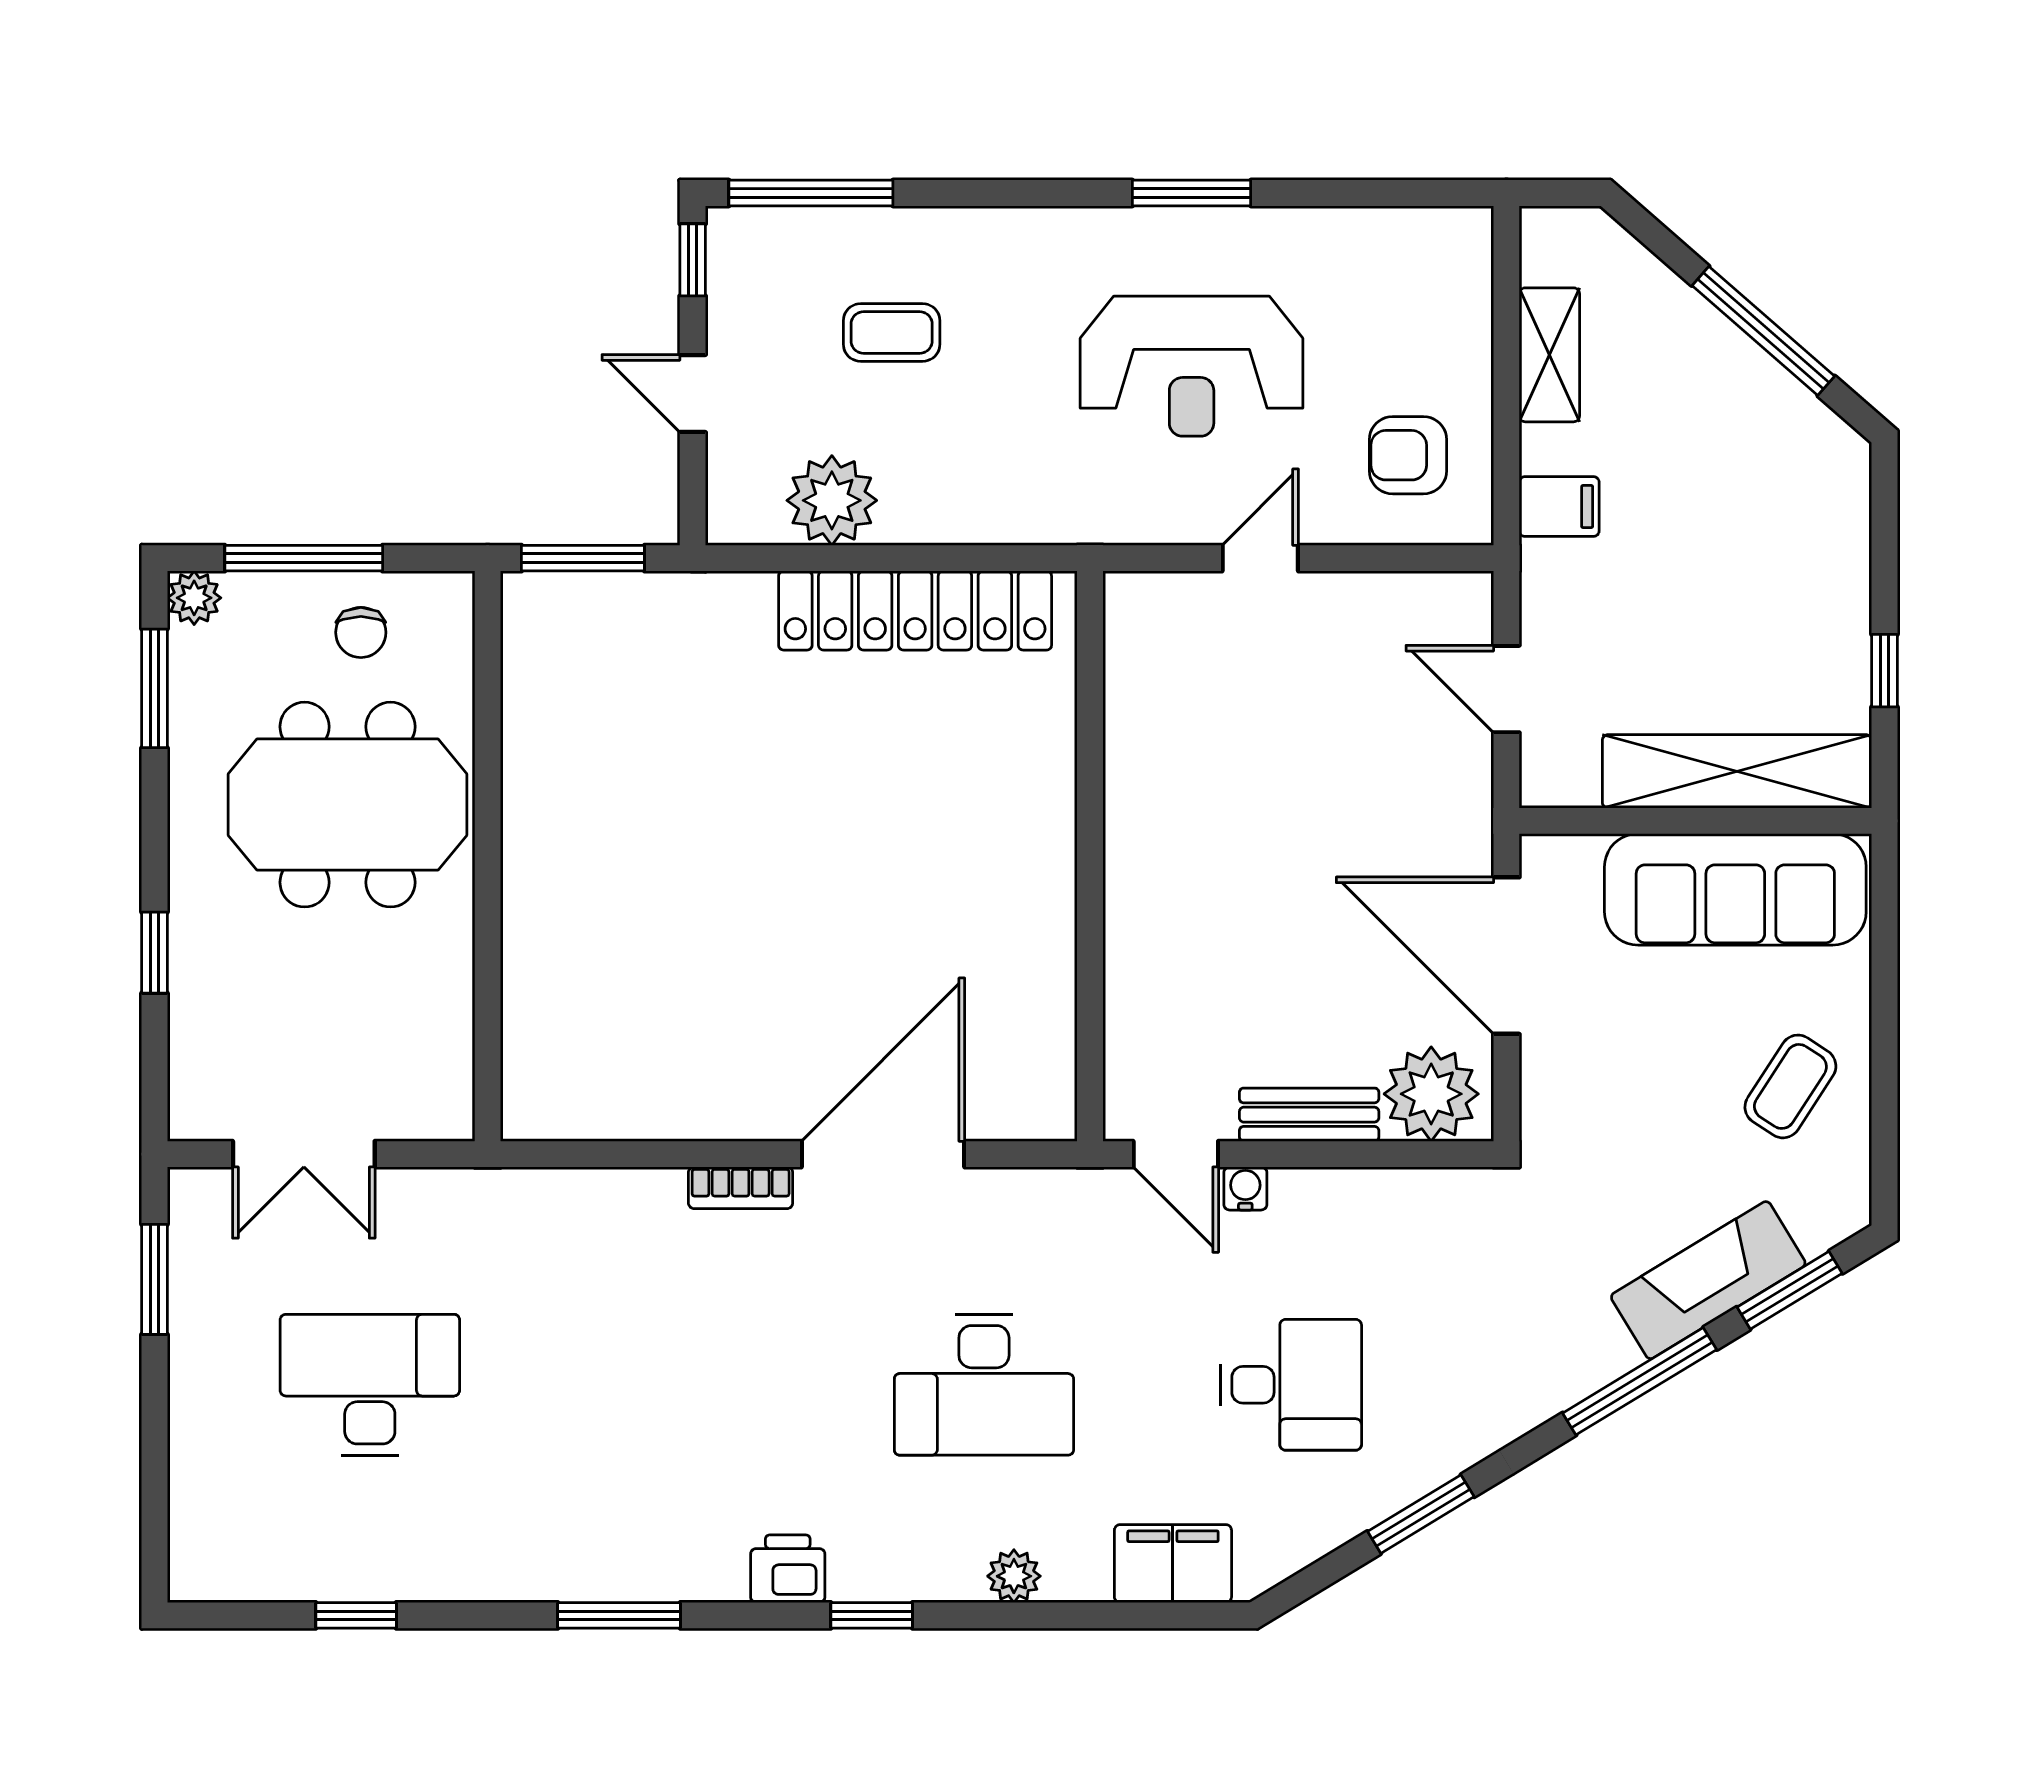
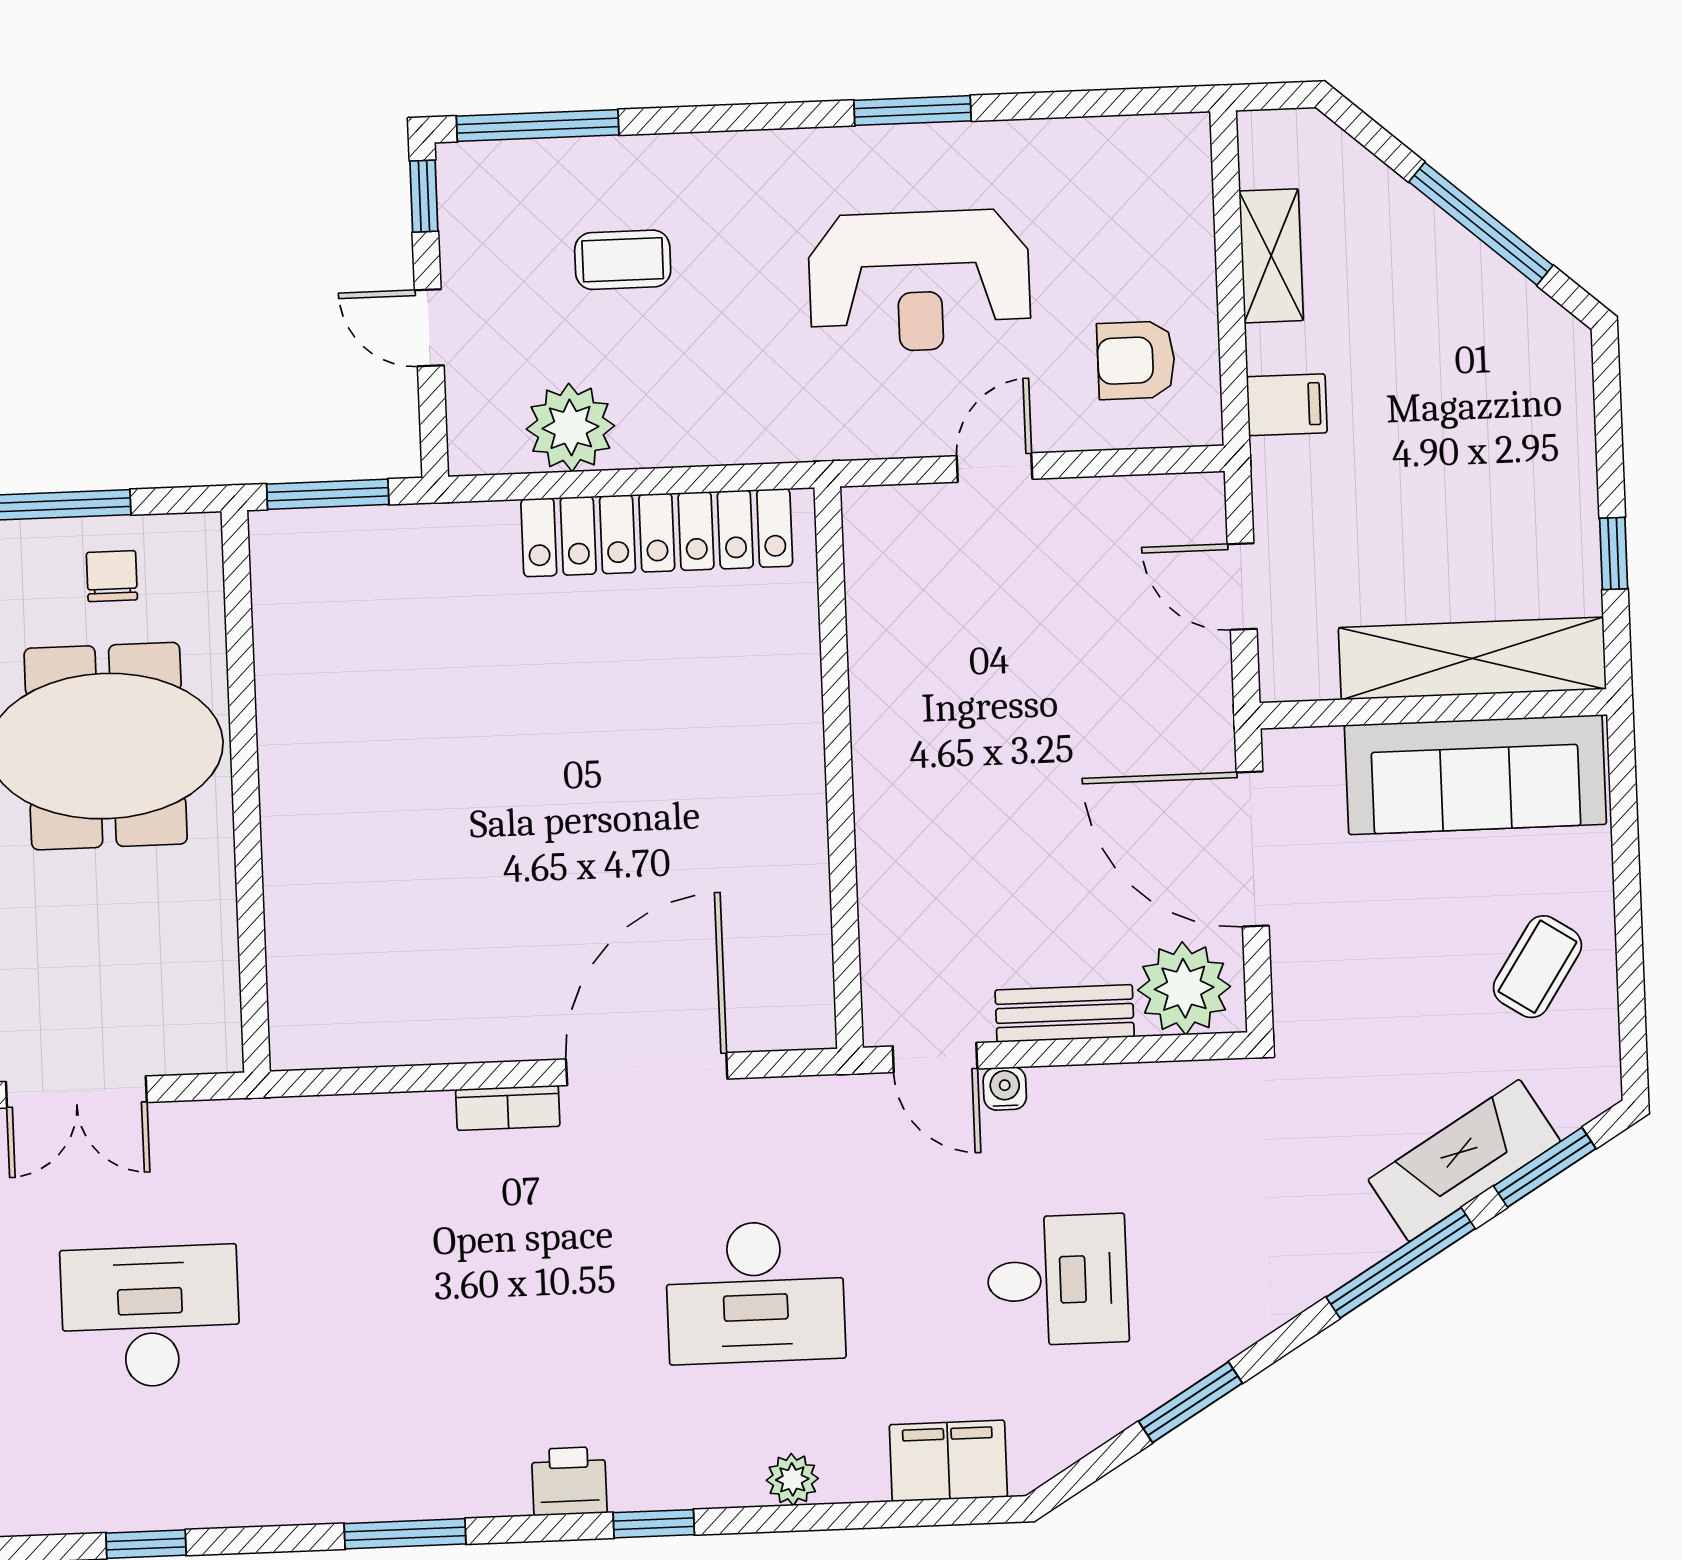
chair: (361, 632) -> (112, 576), turned 180

